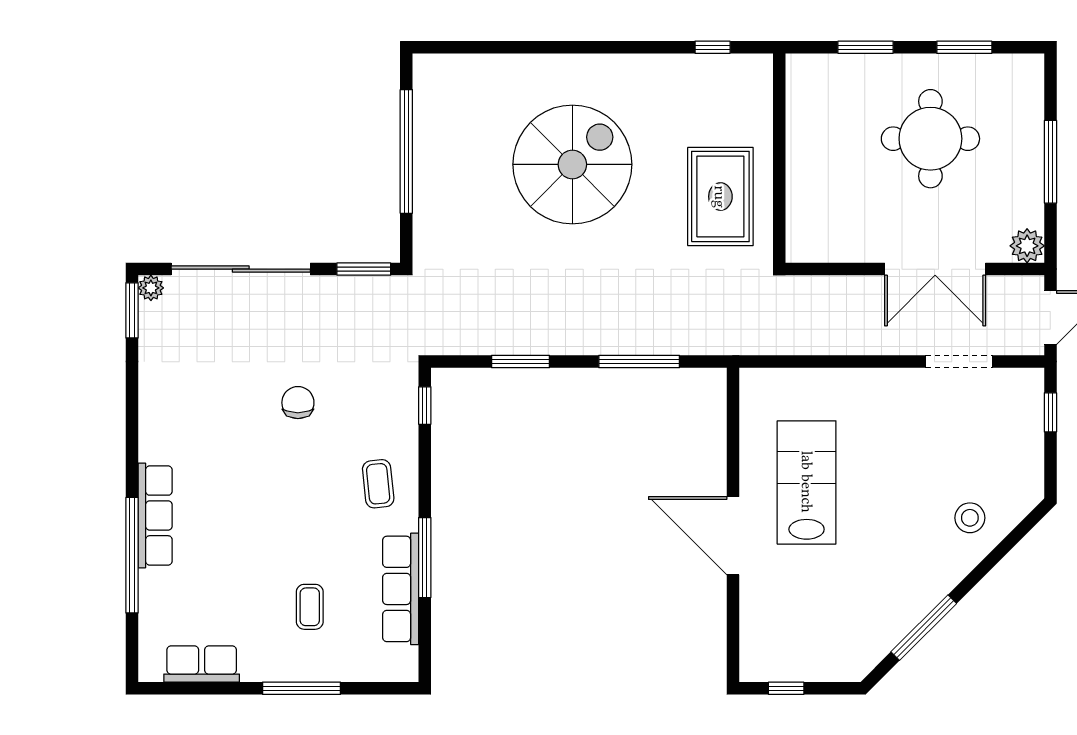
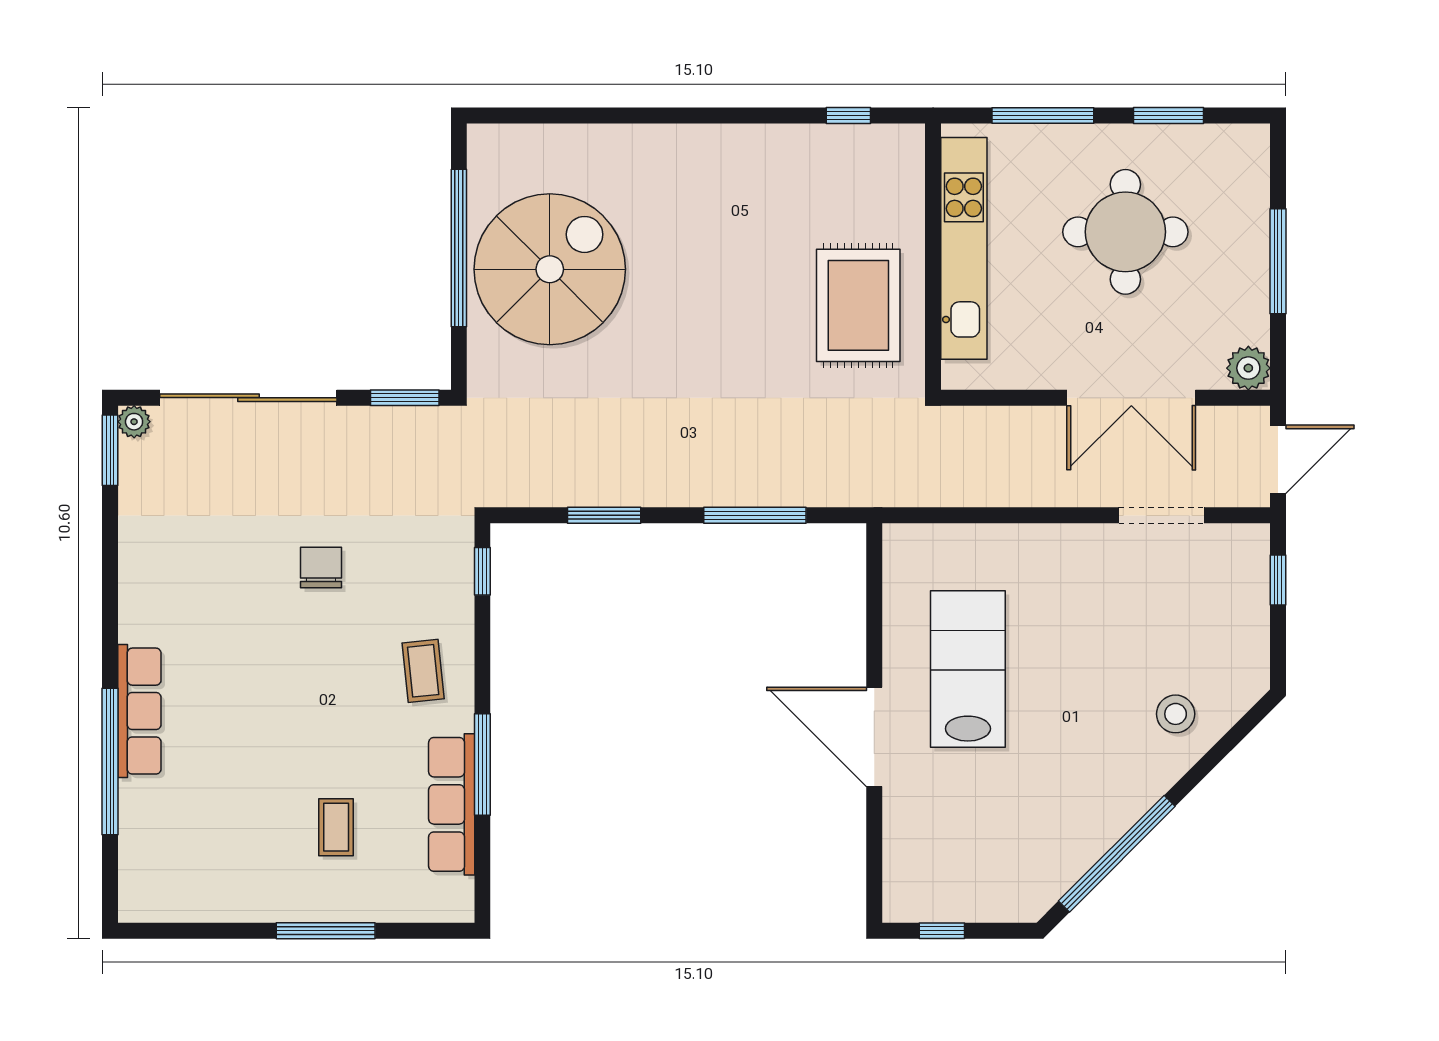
window: (866, 47) -> (1043, 115), width x1.44
kitchen unit: (803, 152) -> (964, 248), added
spiral stairs: (572, 164) -> (550, 269), moved
window: (924, 628) -> (1117, 854), width x1.46
row of seats: (202, 664) -> (199, 900), removed

